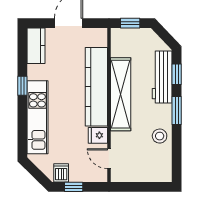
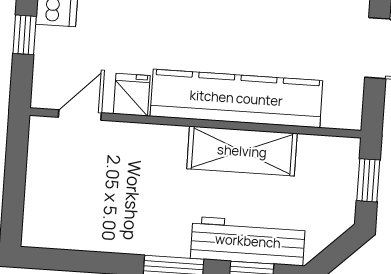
shelving: (121, 94) -> (242, 151), width x0.68
stool: (160, 136) -> (121, 227), removed

